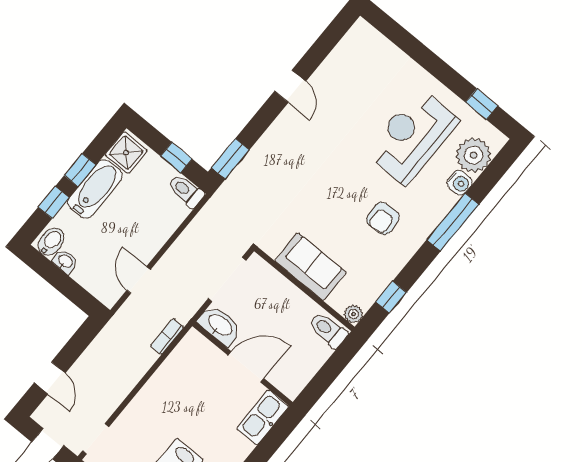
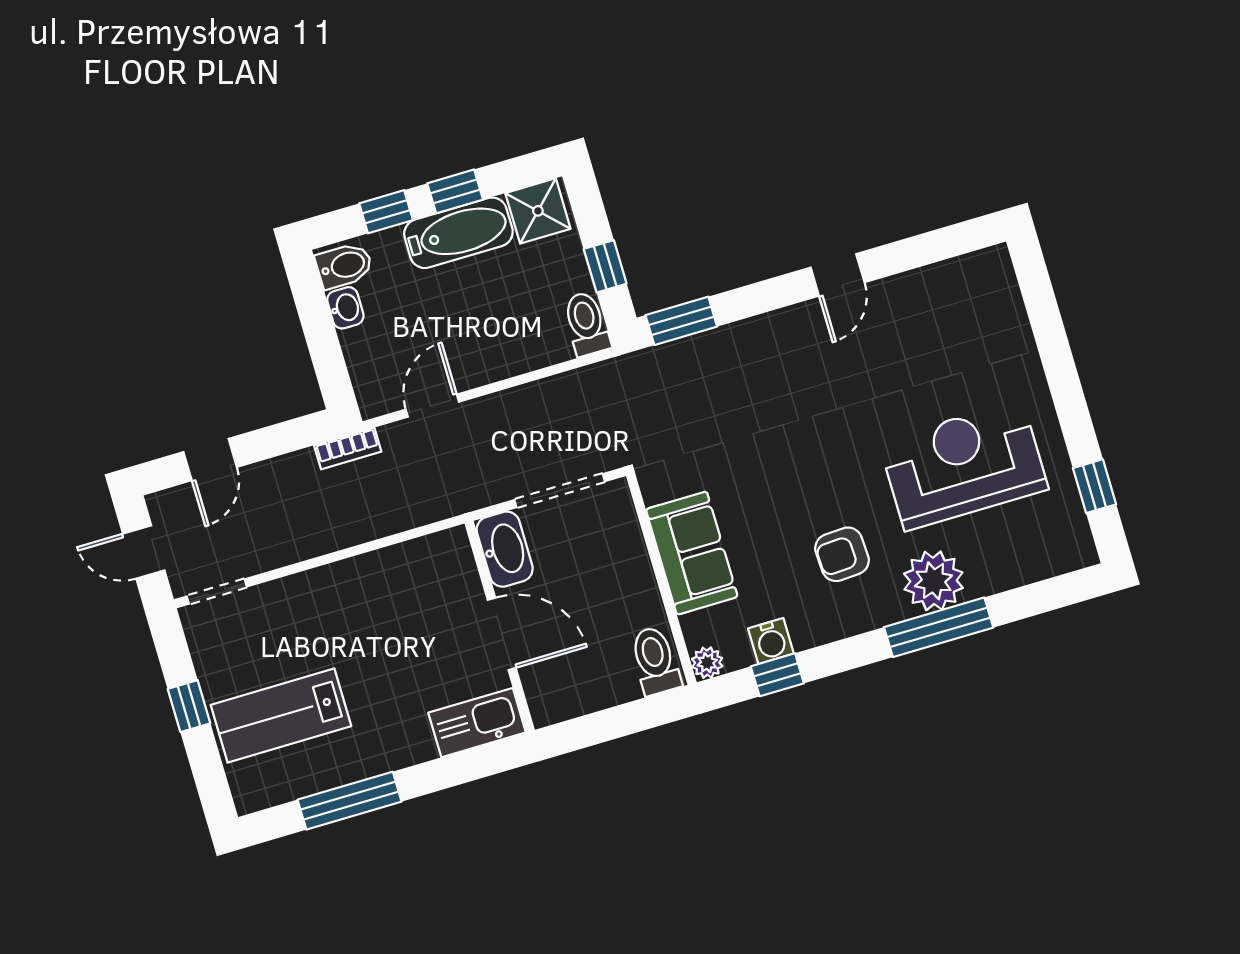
plant: (474, 155) -> (933, 581), moved
water cooler: (460, 183) -> (771, 641), moved
bookcase: (167, 336) -> (348, 448), moved, turned 180

